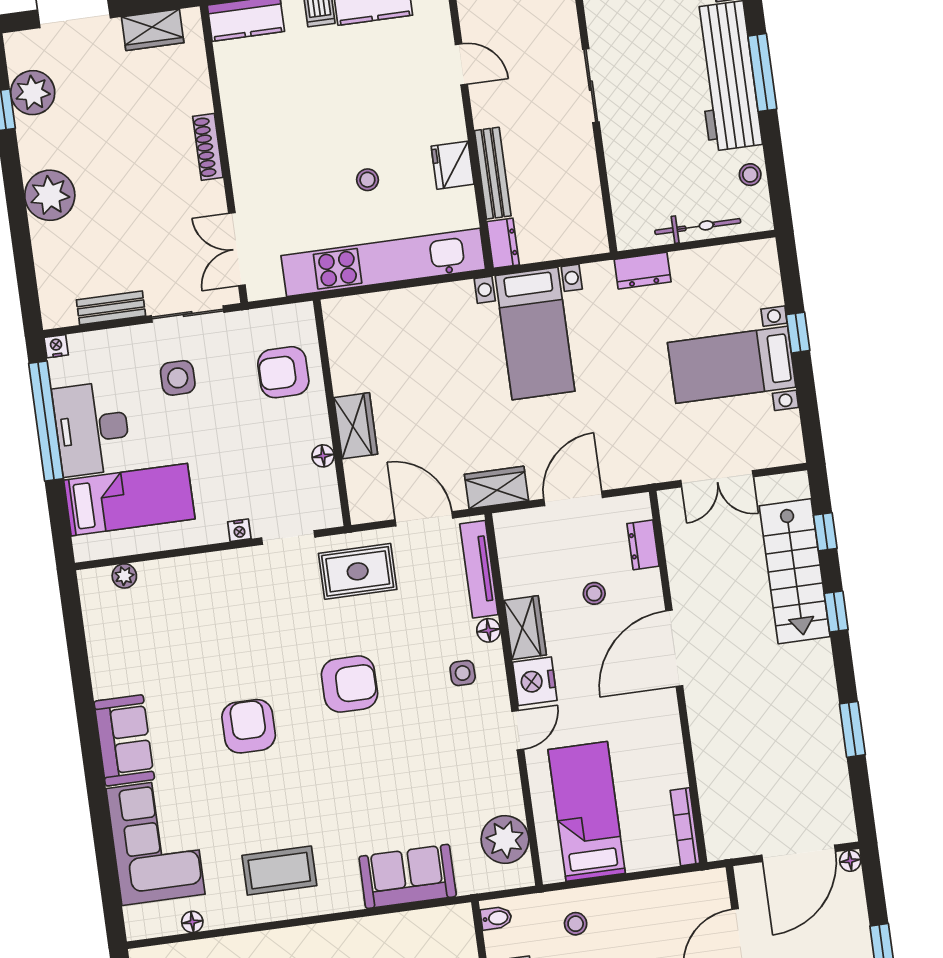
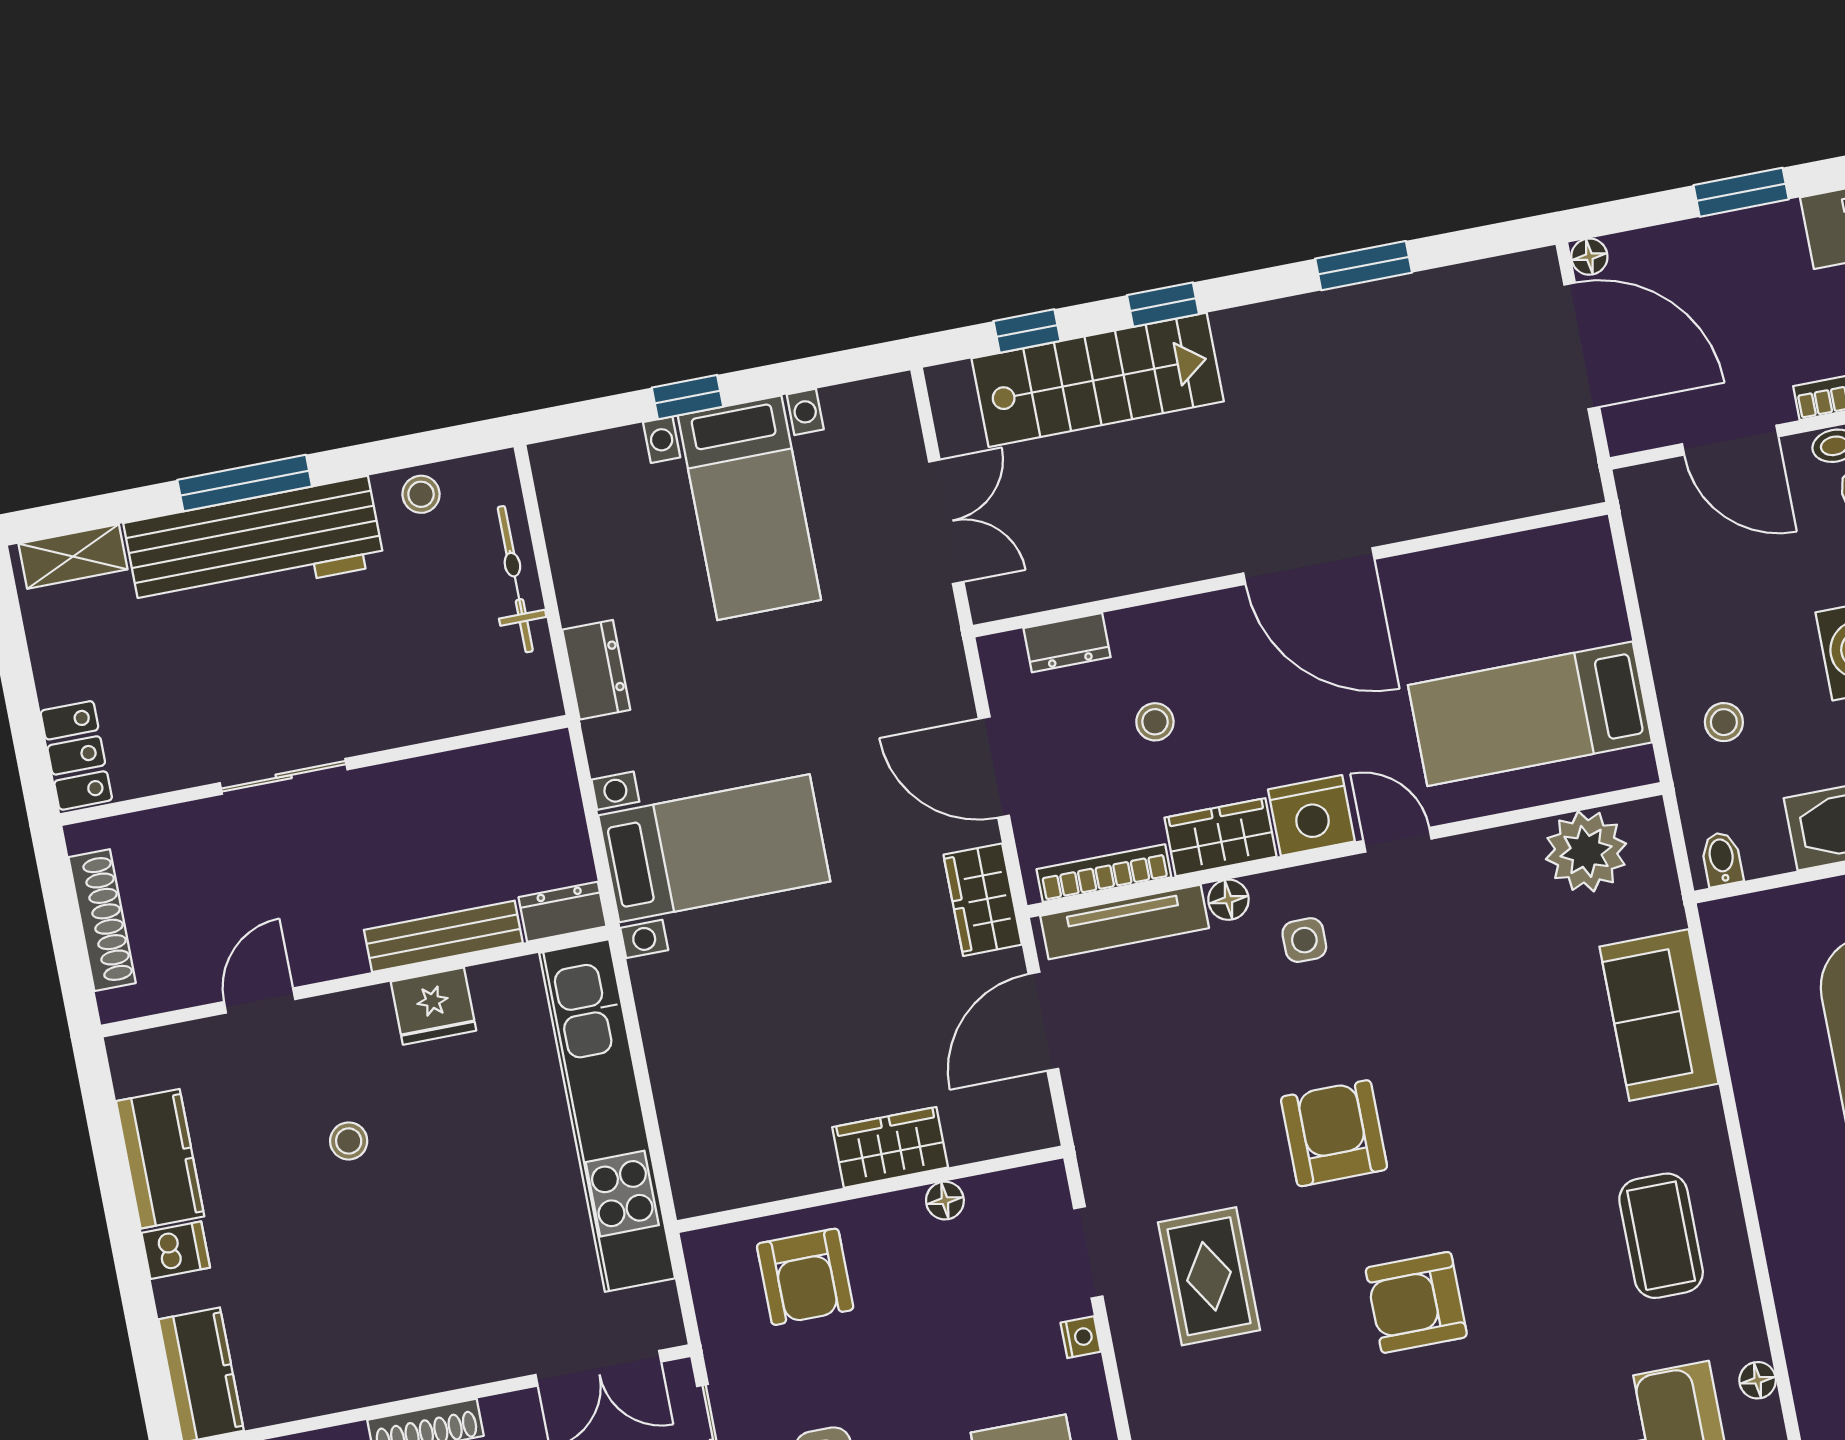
stool: (367, 180) -> (349, 1141), moved
rug: (358, 571) -> (1209, 1276), moved
door: (674, 648) -> (1309, 566), moved
bookcase: (685, 827) -> (1104, 873), moved, turned 180

